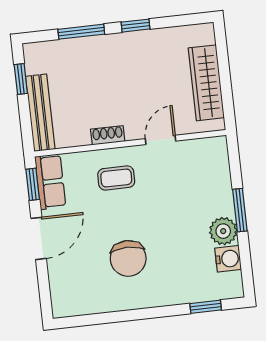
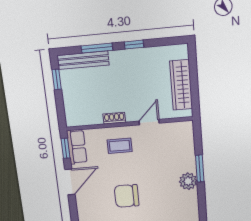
bench: (40, 113) -> (83, 60), moved, turned 90
chair: (128, 258) -> (127, 196), turned 90
water cooler: (228, 259) -> (191, 198), removed

